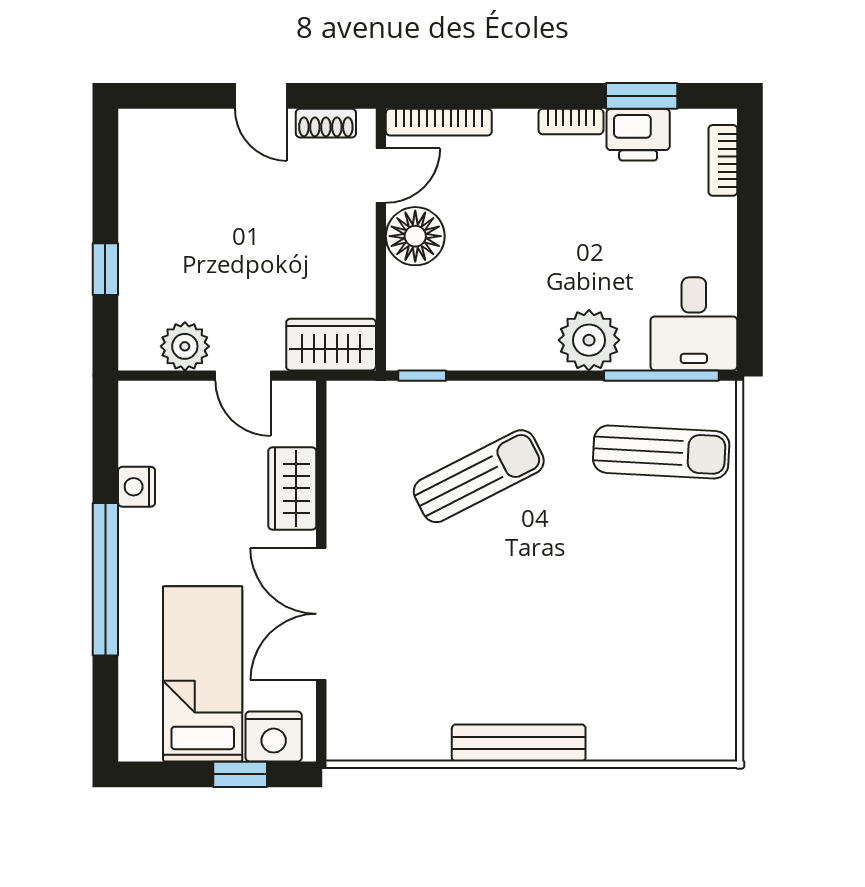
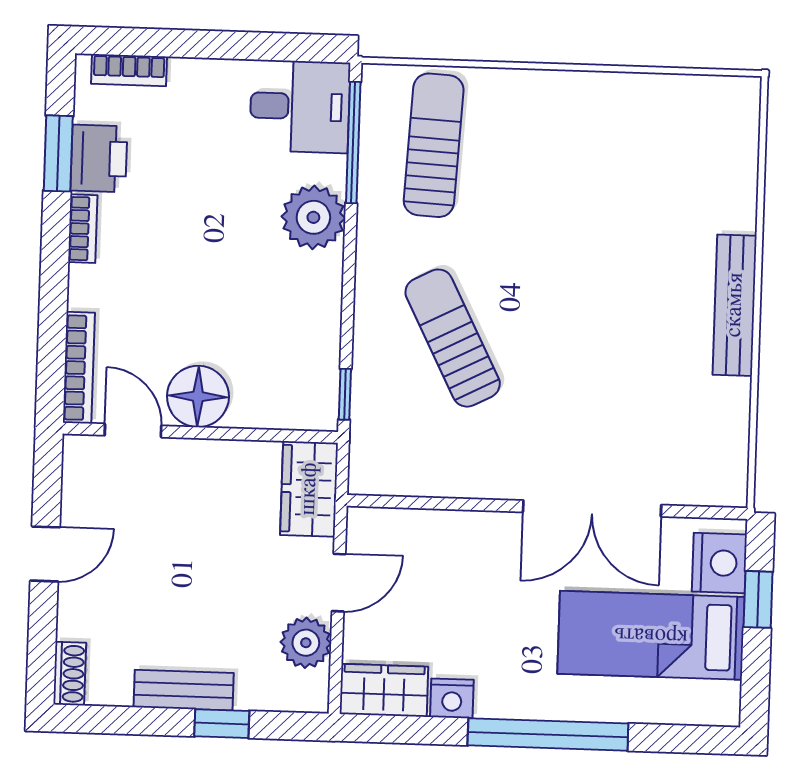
shoe rack: (326, 123) -> (70, 674), moved
bench: (136, 232) -> (184, 690), added
wardrobe: (292, 488) -> (384, 690), moved, turned 180

